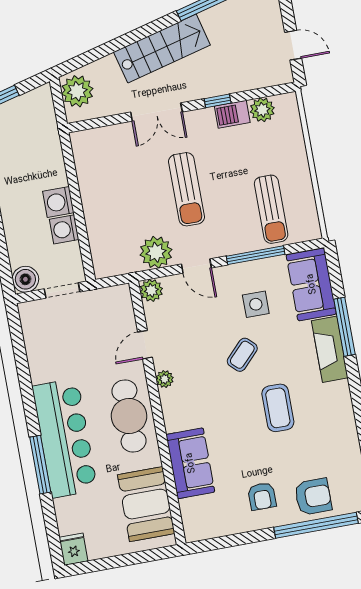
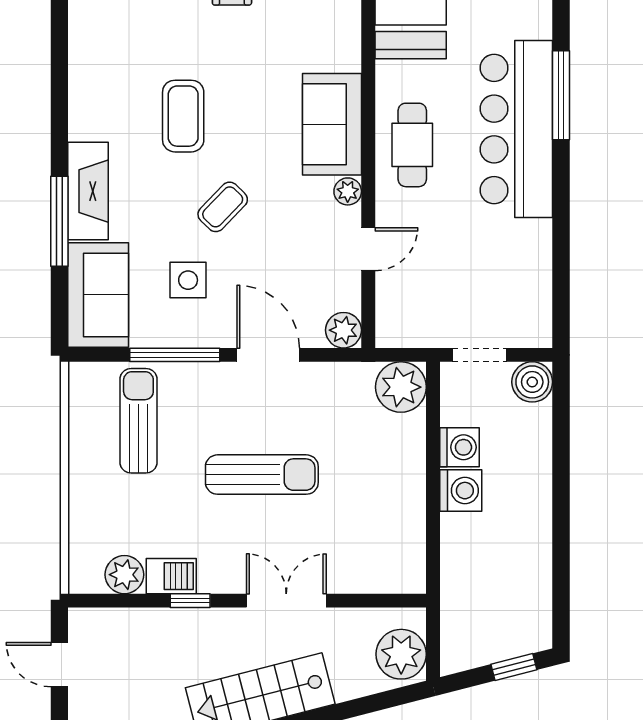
sun lounger: (186, 189) -> (262, 475), turned 90
plant: (156, 252) -> (401, 387), moved
door: (196, 266) -> (268, 355), width x1.38
cafe table: (129, 416) -> (412, 145), width x0.73, depth x0.74
sofa: (190, 463) -> (332, 124), moved

